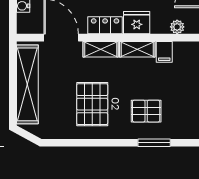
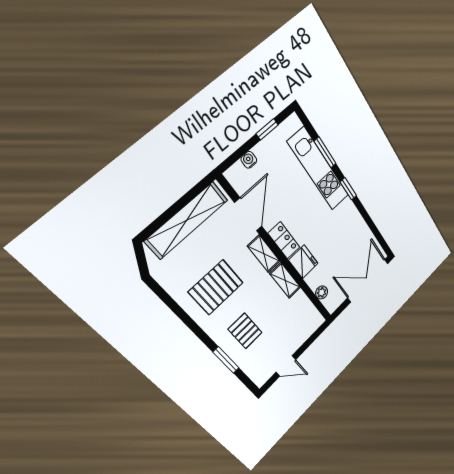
filing cabinet: (164, 52) -> (298, 301), removed

